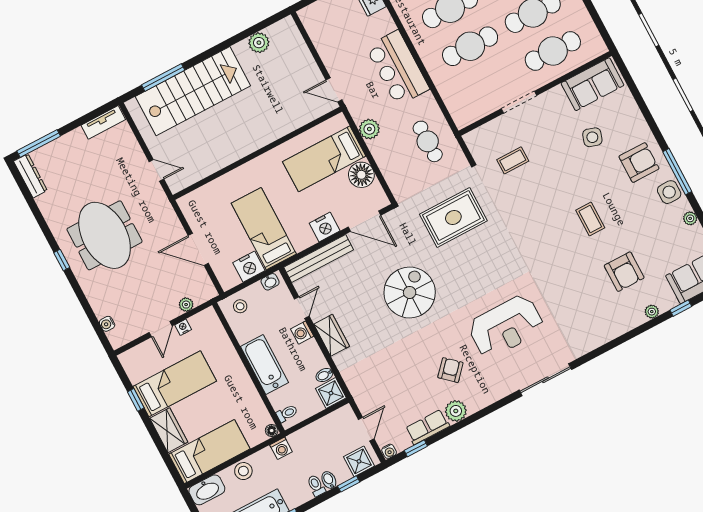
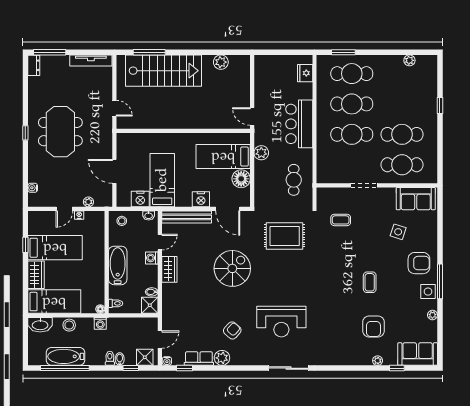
tv unit: (103, 122) -> (91, 61), width x1.41
dresser: (30, 176) -> (34, 65), width x0.70

